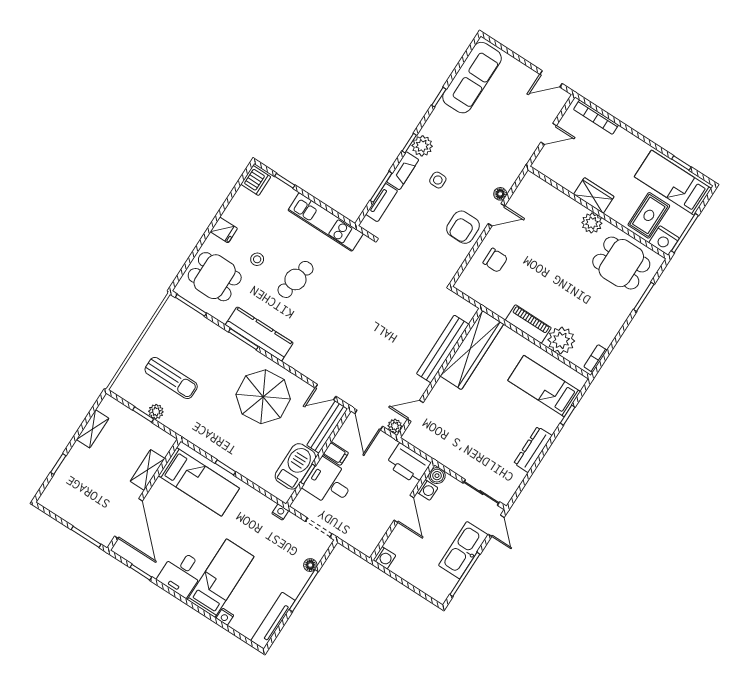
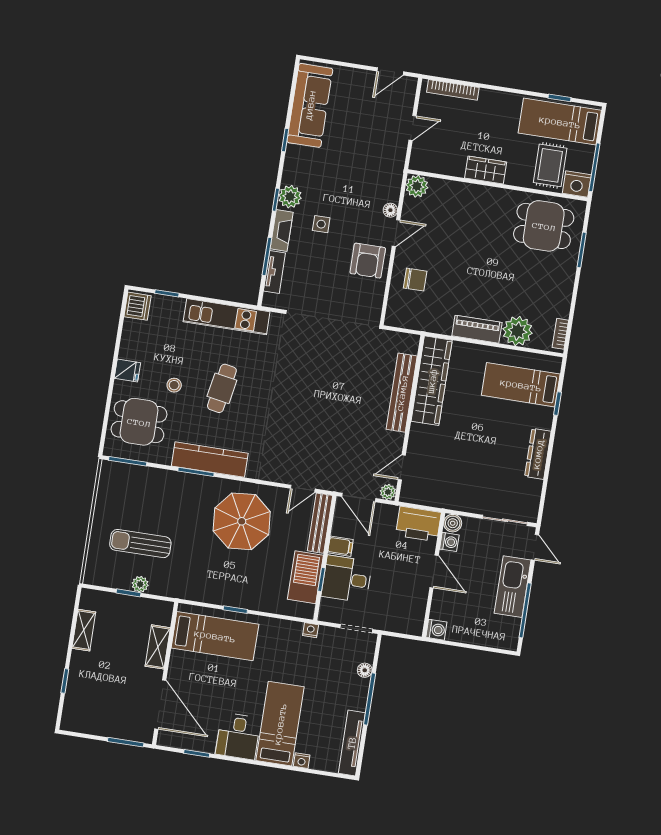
plant: (592, 223) -> (417, 186), moved
sun lounger: (171, 378) -> (140, 544), turned 180

